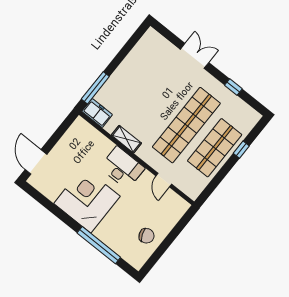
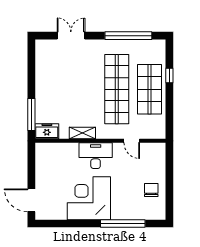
double door: (195, 56) -> (71, 36), moved
window: (233, 87) -> (128, 36), width x3.17
chair: (147, 236) -> (151, 190), turned -67

